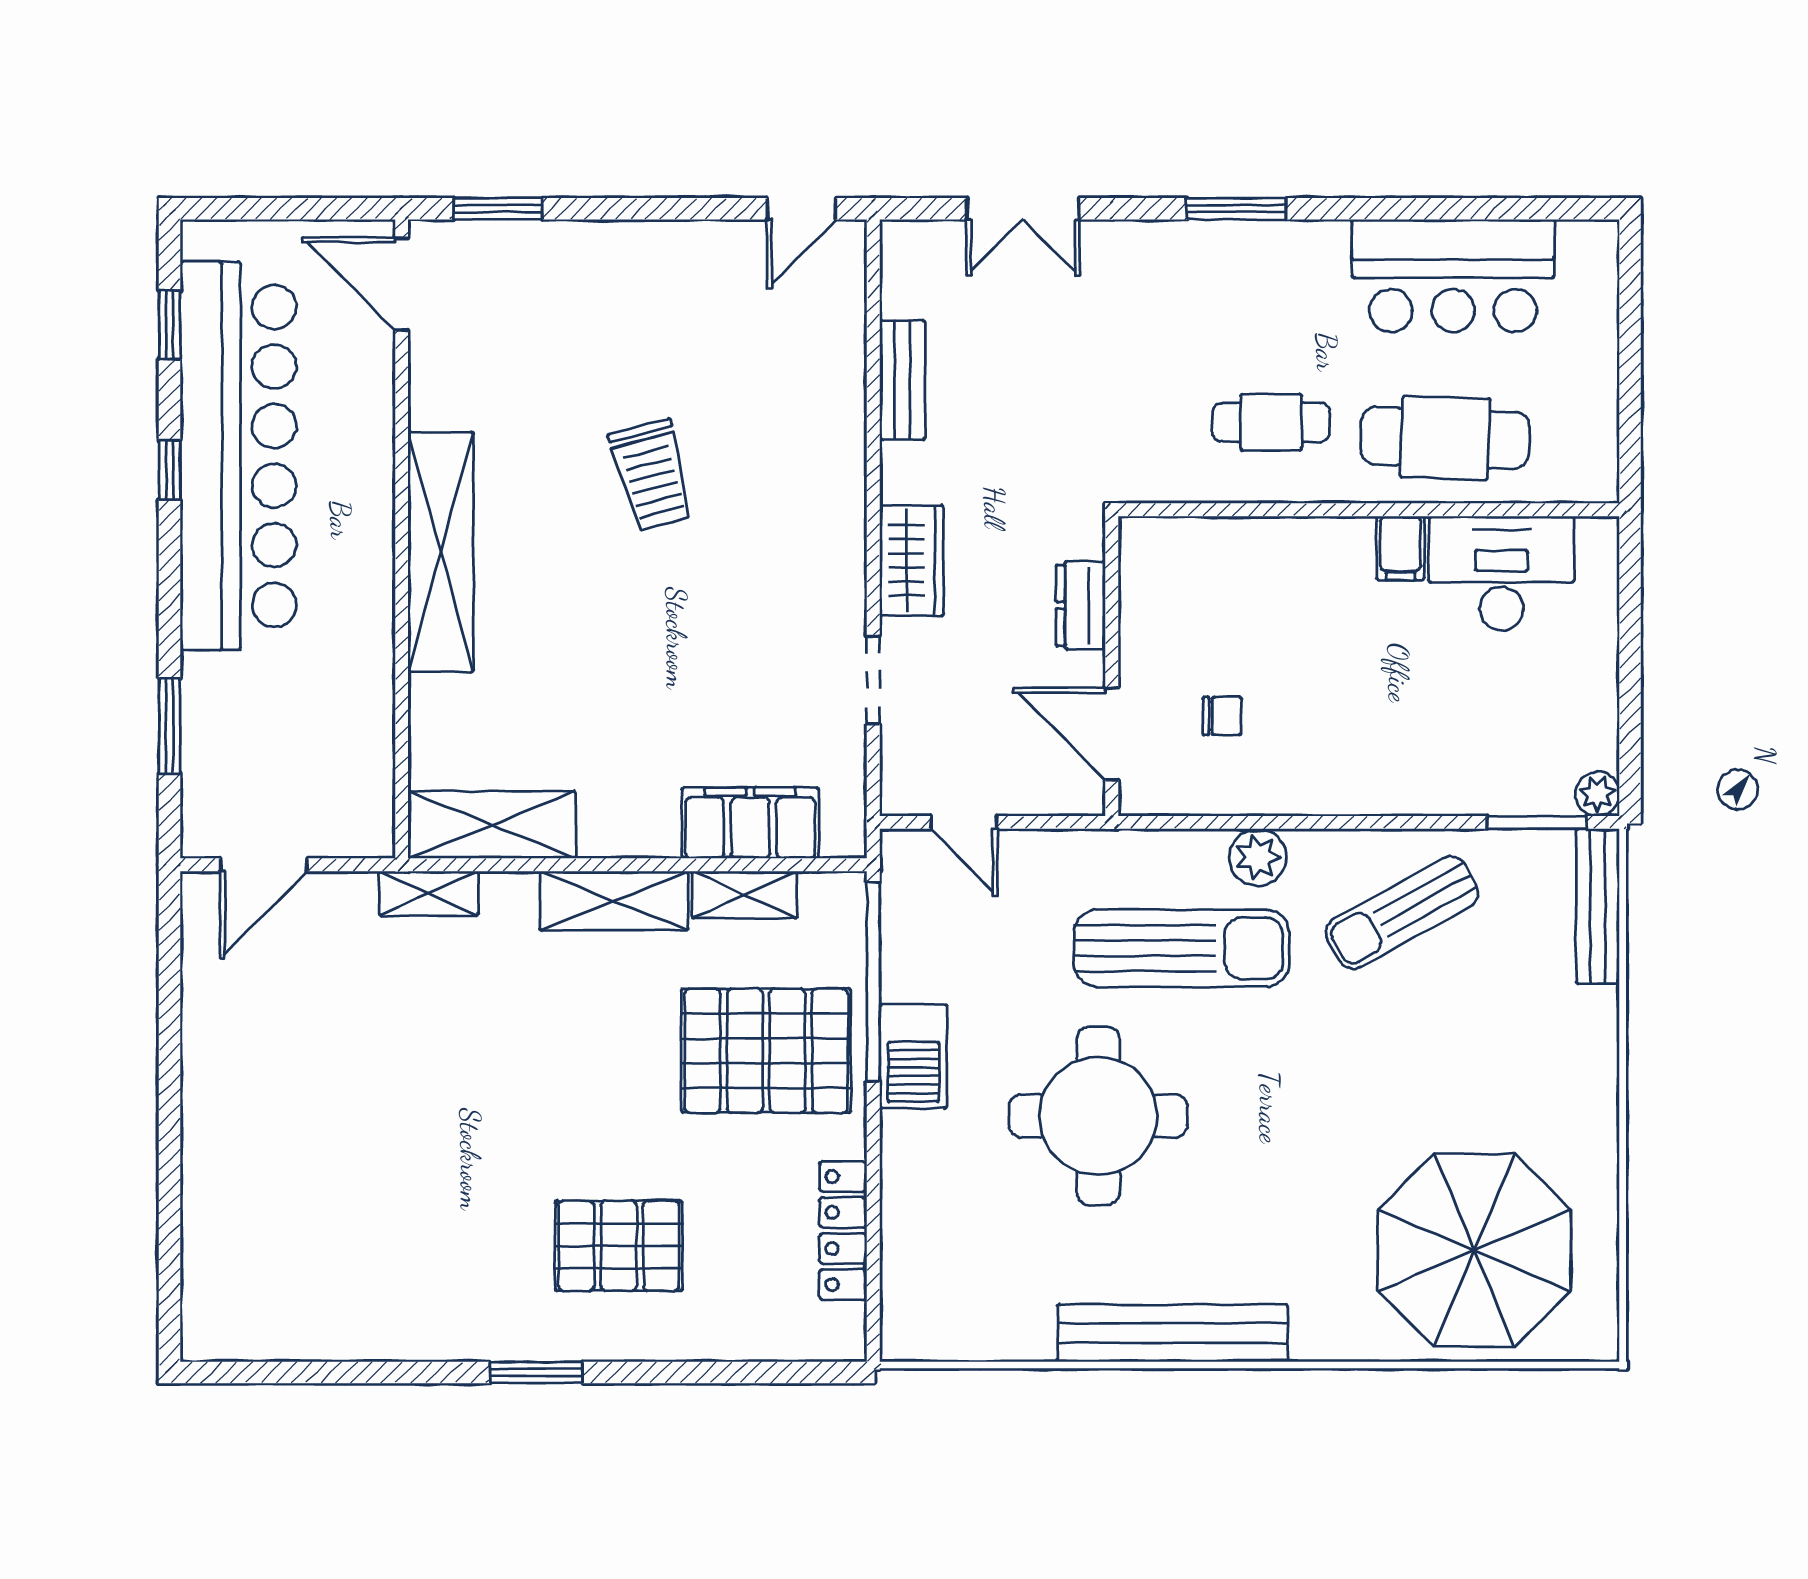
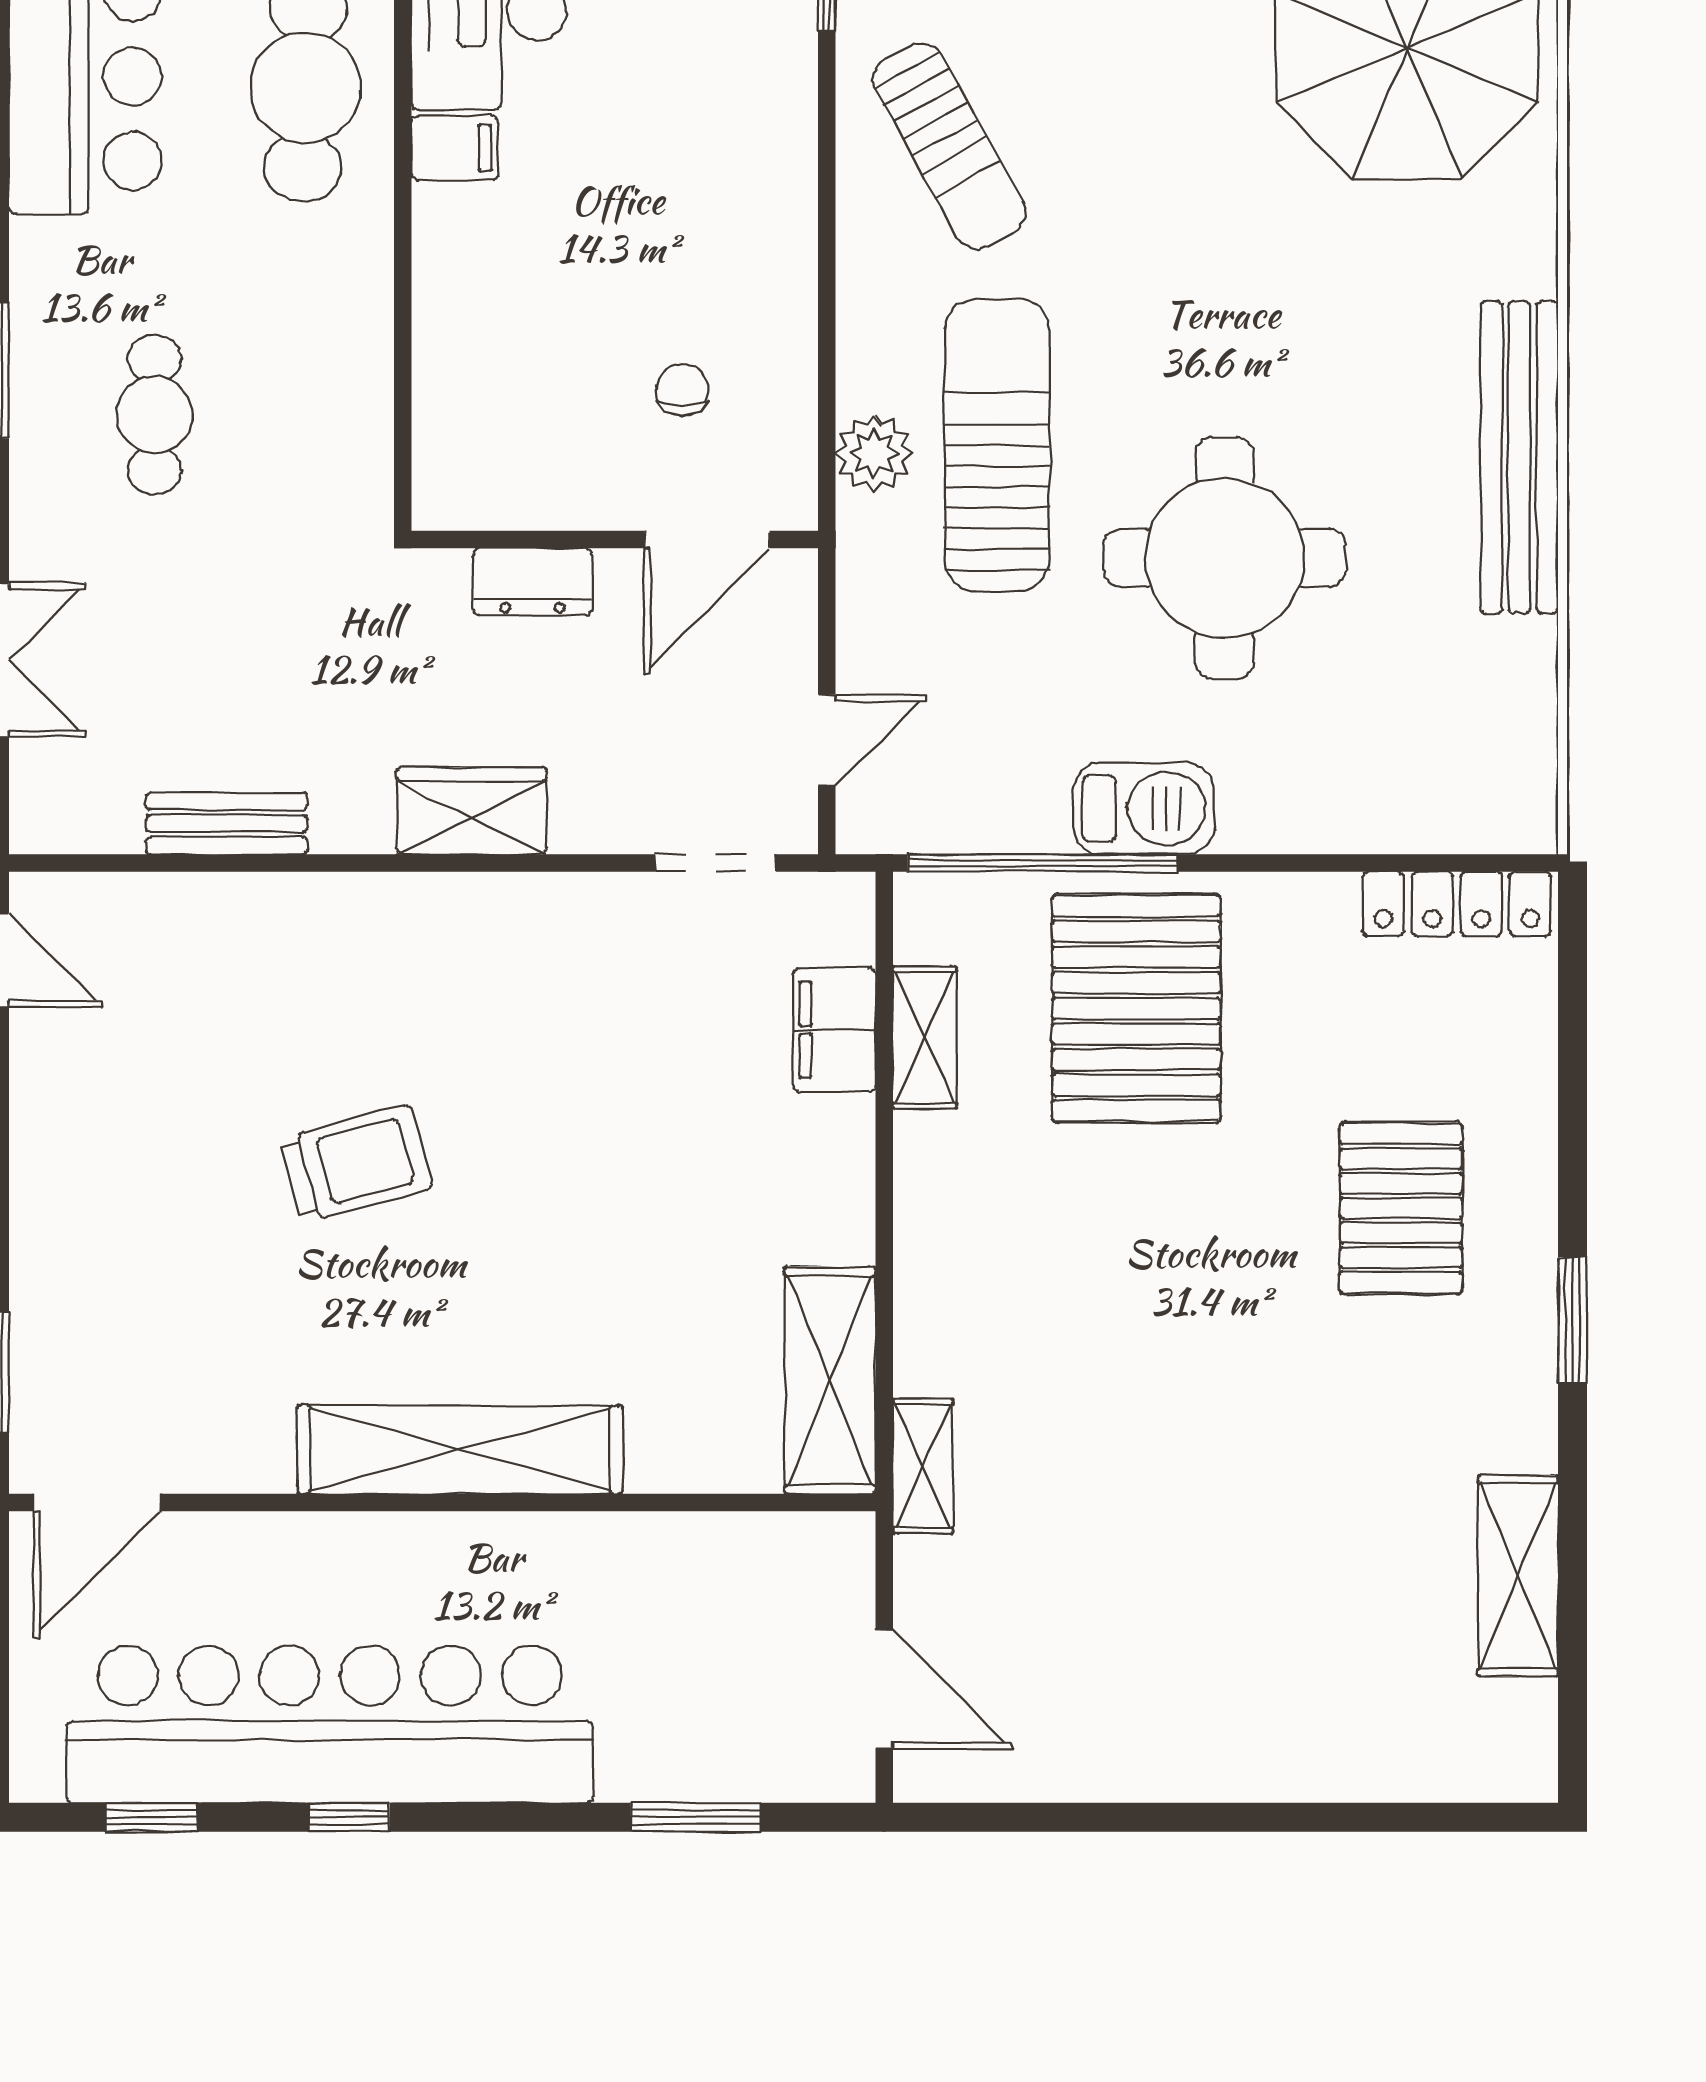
cafe table: (1271, 422) -> (155, 414), moved
doorway: (873, 680) -> (716, 863), moved
filing cabinet: (750, 823) -> (834, 1030), width x0.67, depth x0.86
plant: (1258, 857) -> (874, 453), moved
shelving: (614, 901) -> (1518, 1576), moved
locker: (843, 1230) -> (1457, 904), moved

